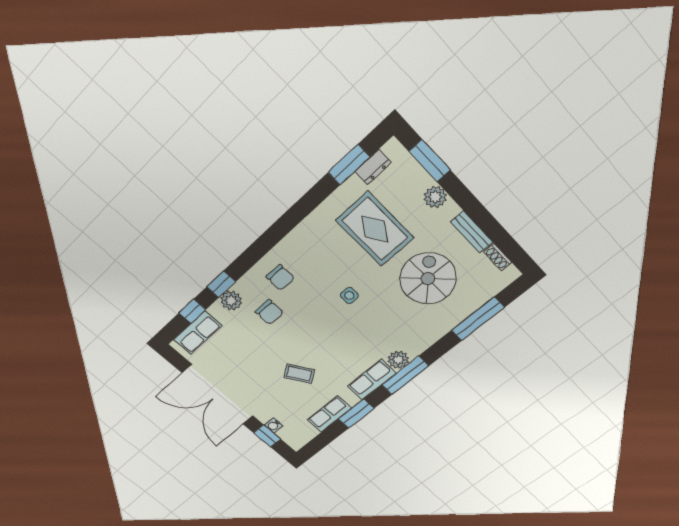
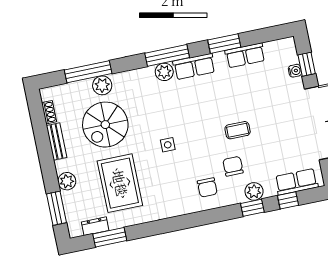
chair: (280, 278) -> (207, 187), turned 180
plant: (455, 314) -> (102, 85), added
coffee table: (299, 374) -> (238, 130), moved, turned -57

